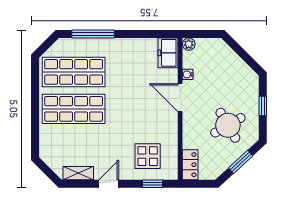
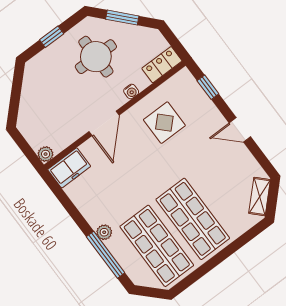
plant: (108, 44) -> (104, 232), added
water cooler: (188, 74) -> (131, 91), moved
round table: (228, 125) -> (96, 57), turned 30
display table: (148, 156) -> (164, 123), moved
shelving: (78, 173) -> (260, 196), moved, turned 45

